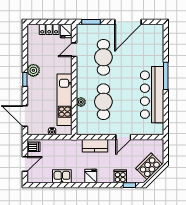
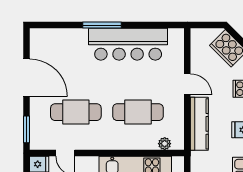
plant: (81, 102) -> (165, 144), moved
kitchen counter: (95, 146) -> (199, 124), width x1.50

